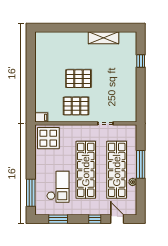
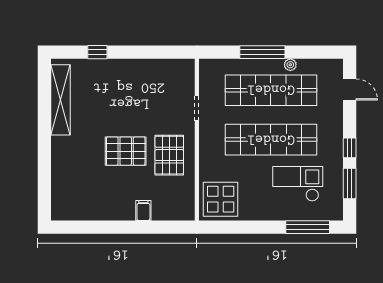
shelving: (104, 38) -> (60, 100), width x1.47
pallet: (78, 79) -> (126, 151), turned 90
filing cabinet: (41, 117) -> (143, 211), moved
window: (95, 219) -> (350, 148), moved
door: (117, 219) -> (350, 90), swing flipped

